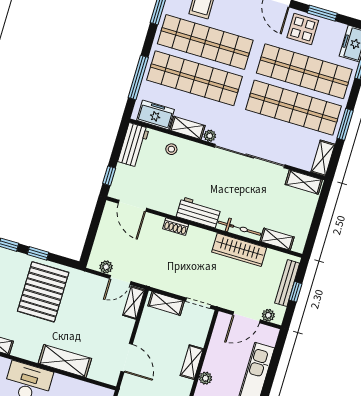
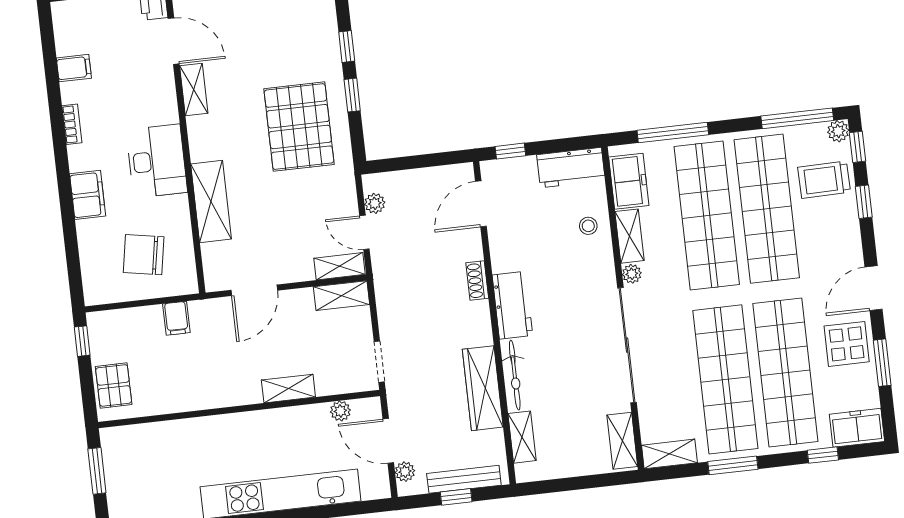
pallet: (43, 292) -> (299, 127), turned 90
shelving: (166, 303) -> (341, 296), moved, turned 90
plant: (205, 378) -> (340, 411), moved

